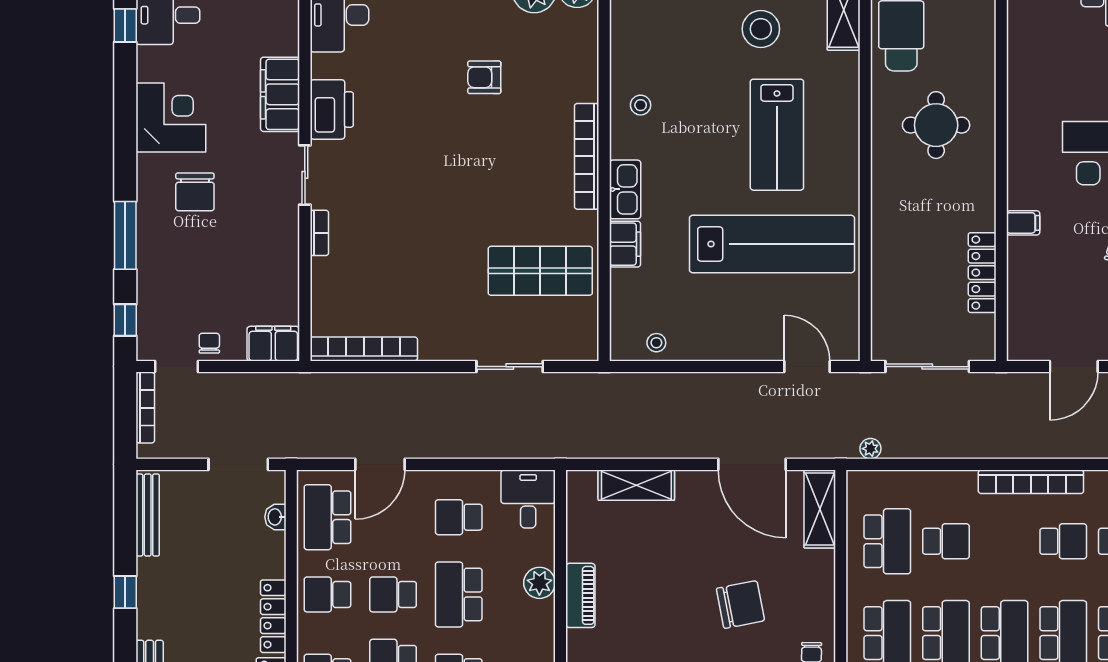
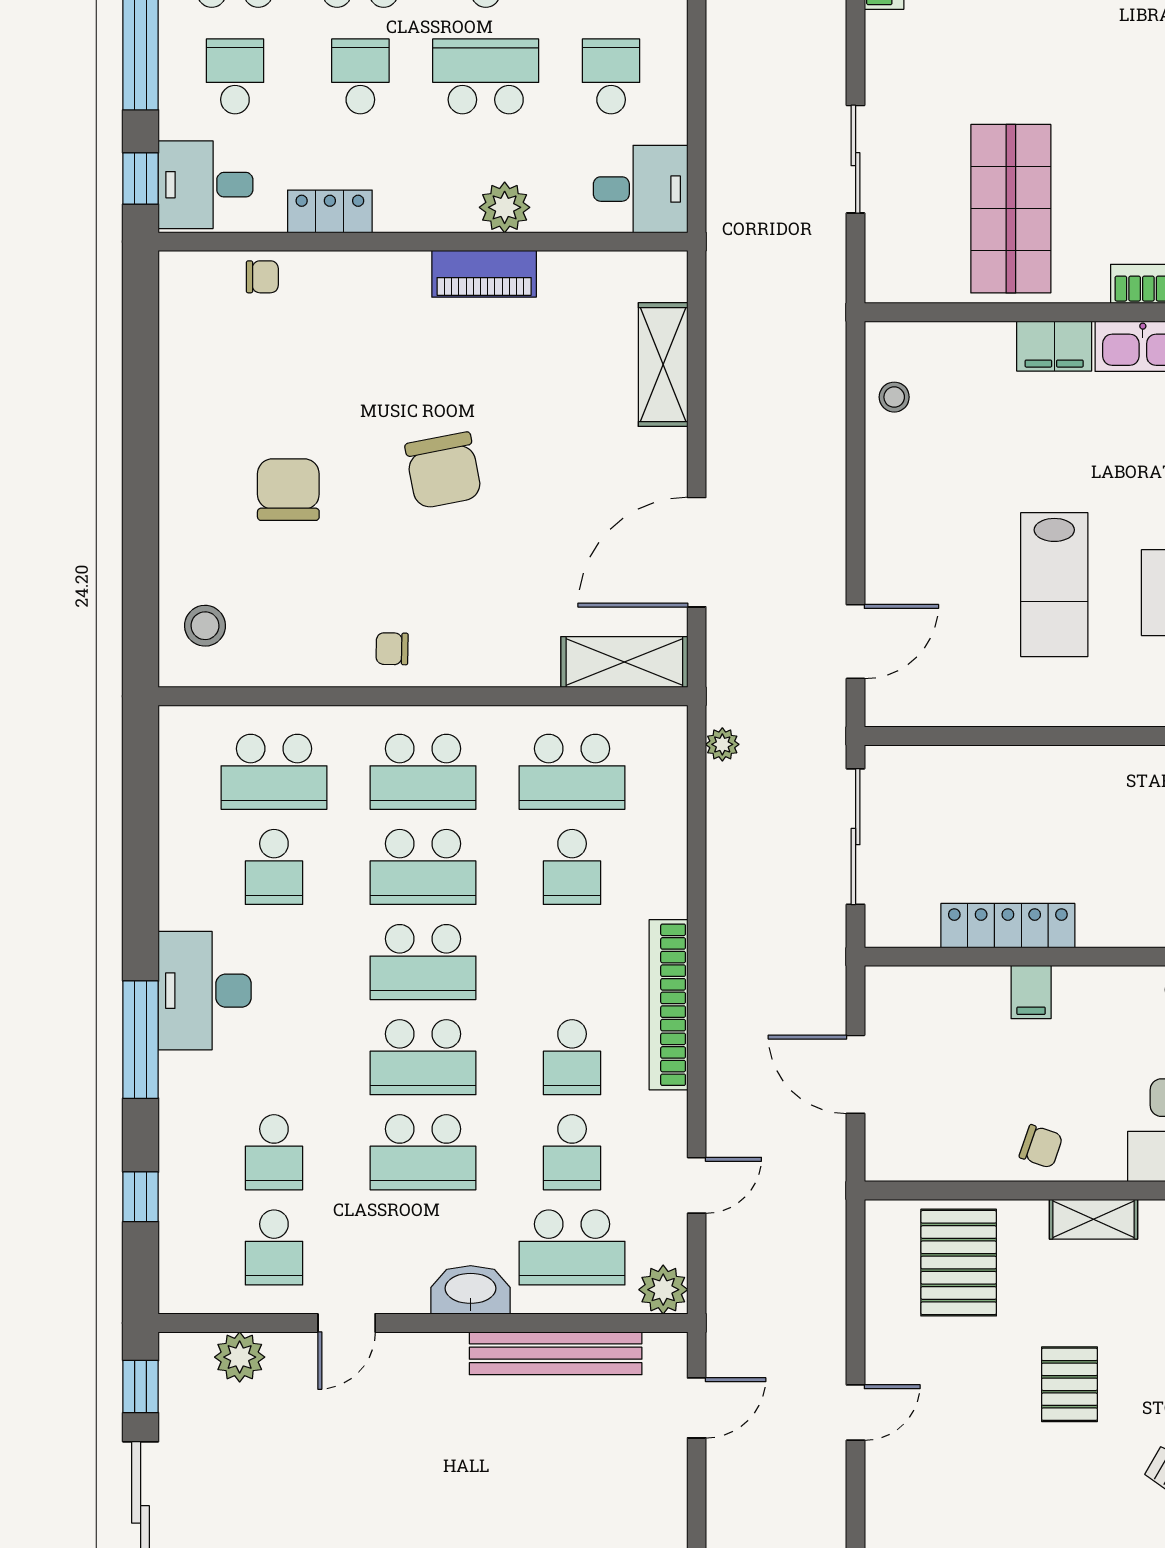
filing cabinet: (1023, 223) -> (1031, 992), moved
lab bench: (772, 244) -> (1054, 585), width x0.54, depth x0.72
chair: (740, 605) -> (443, 470), moved

